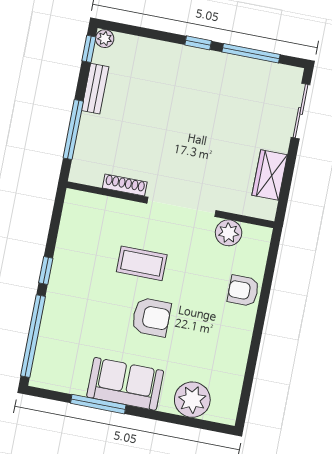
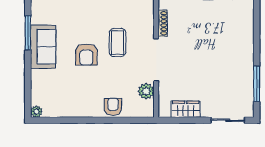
window: (198, 43) -> (257, 51), removed
plant: (192, 400) -> (36, 112), moved, width x0.53, depth x0.53

